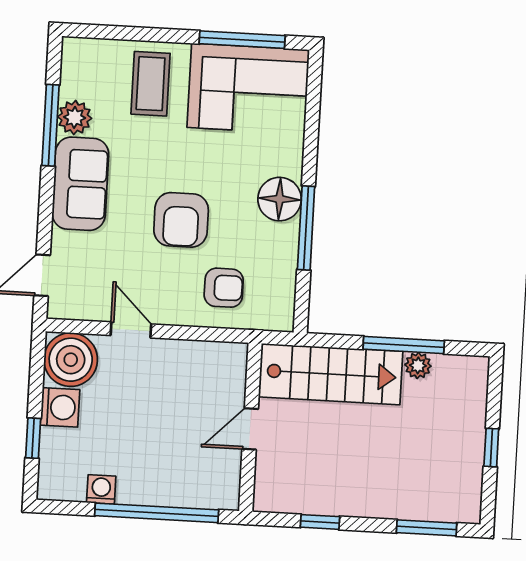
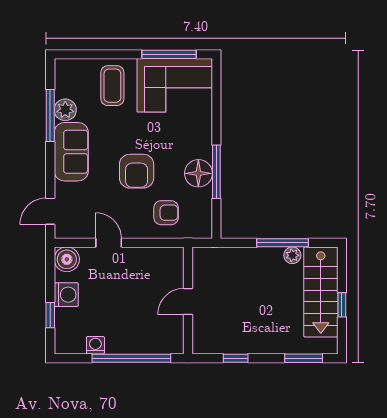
floor lamp: (280, 199) -> (198, 173), moved
boiler: (71, 360) -> (67, 259), width x0.73, depth x0.73
stairs: (331, 374) -> (321, 292), moved, turned 90

